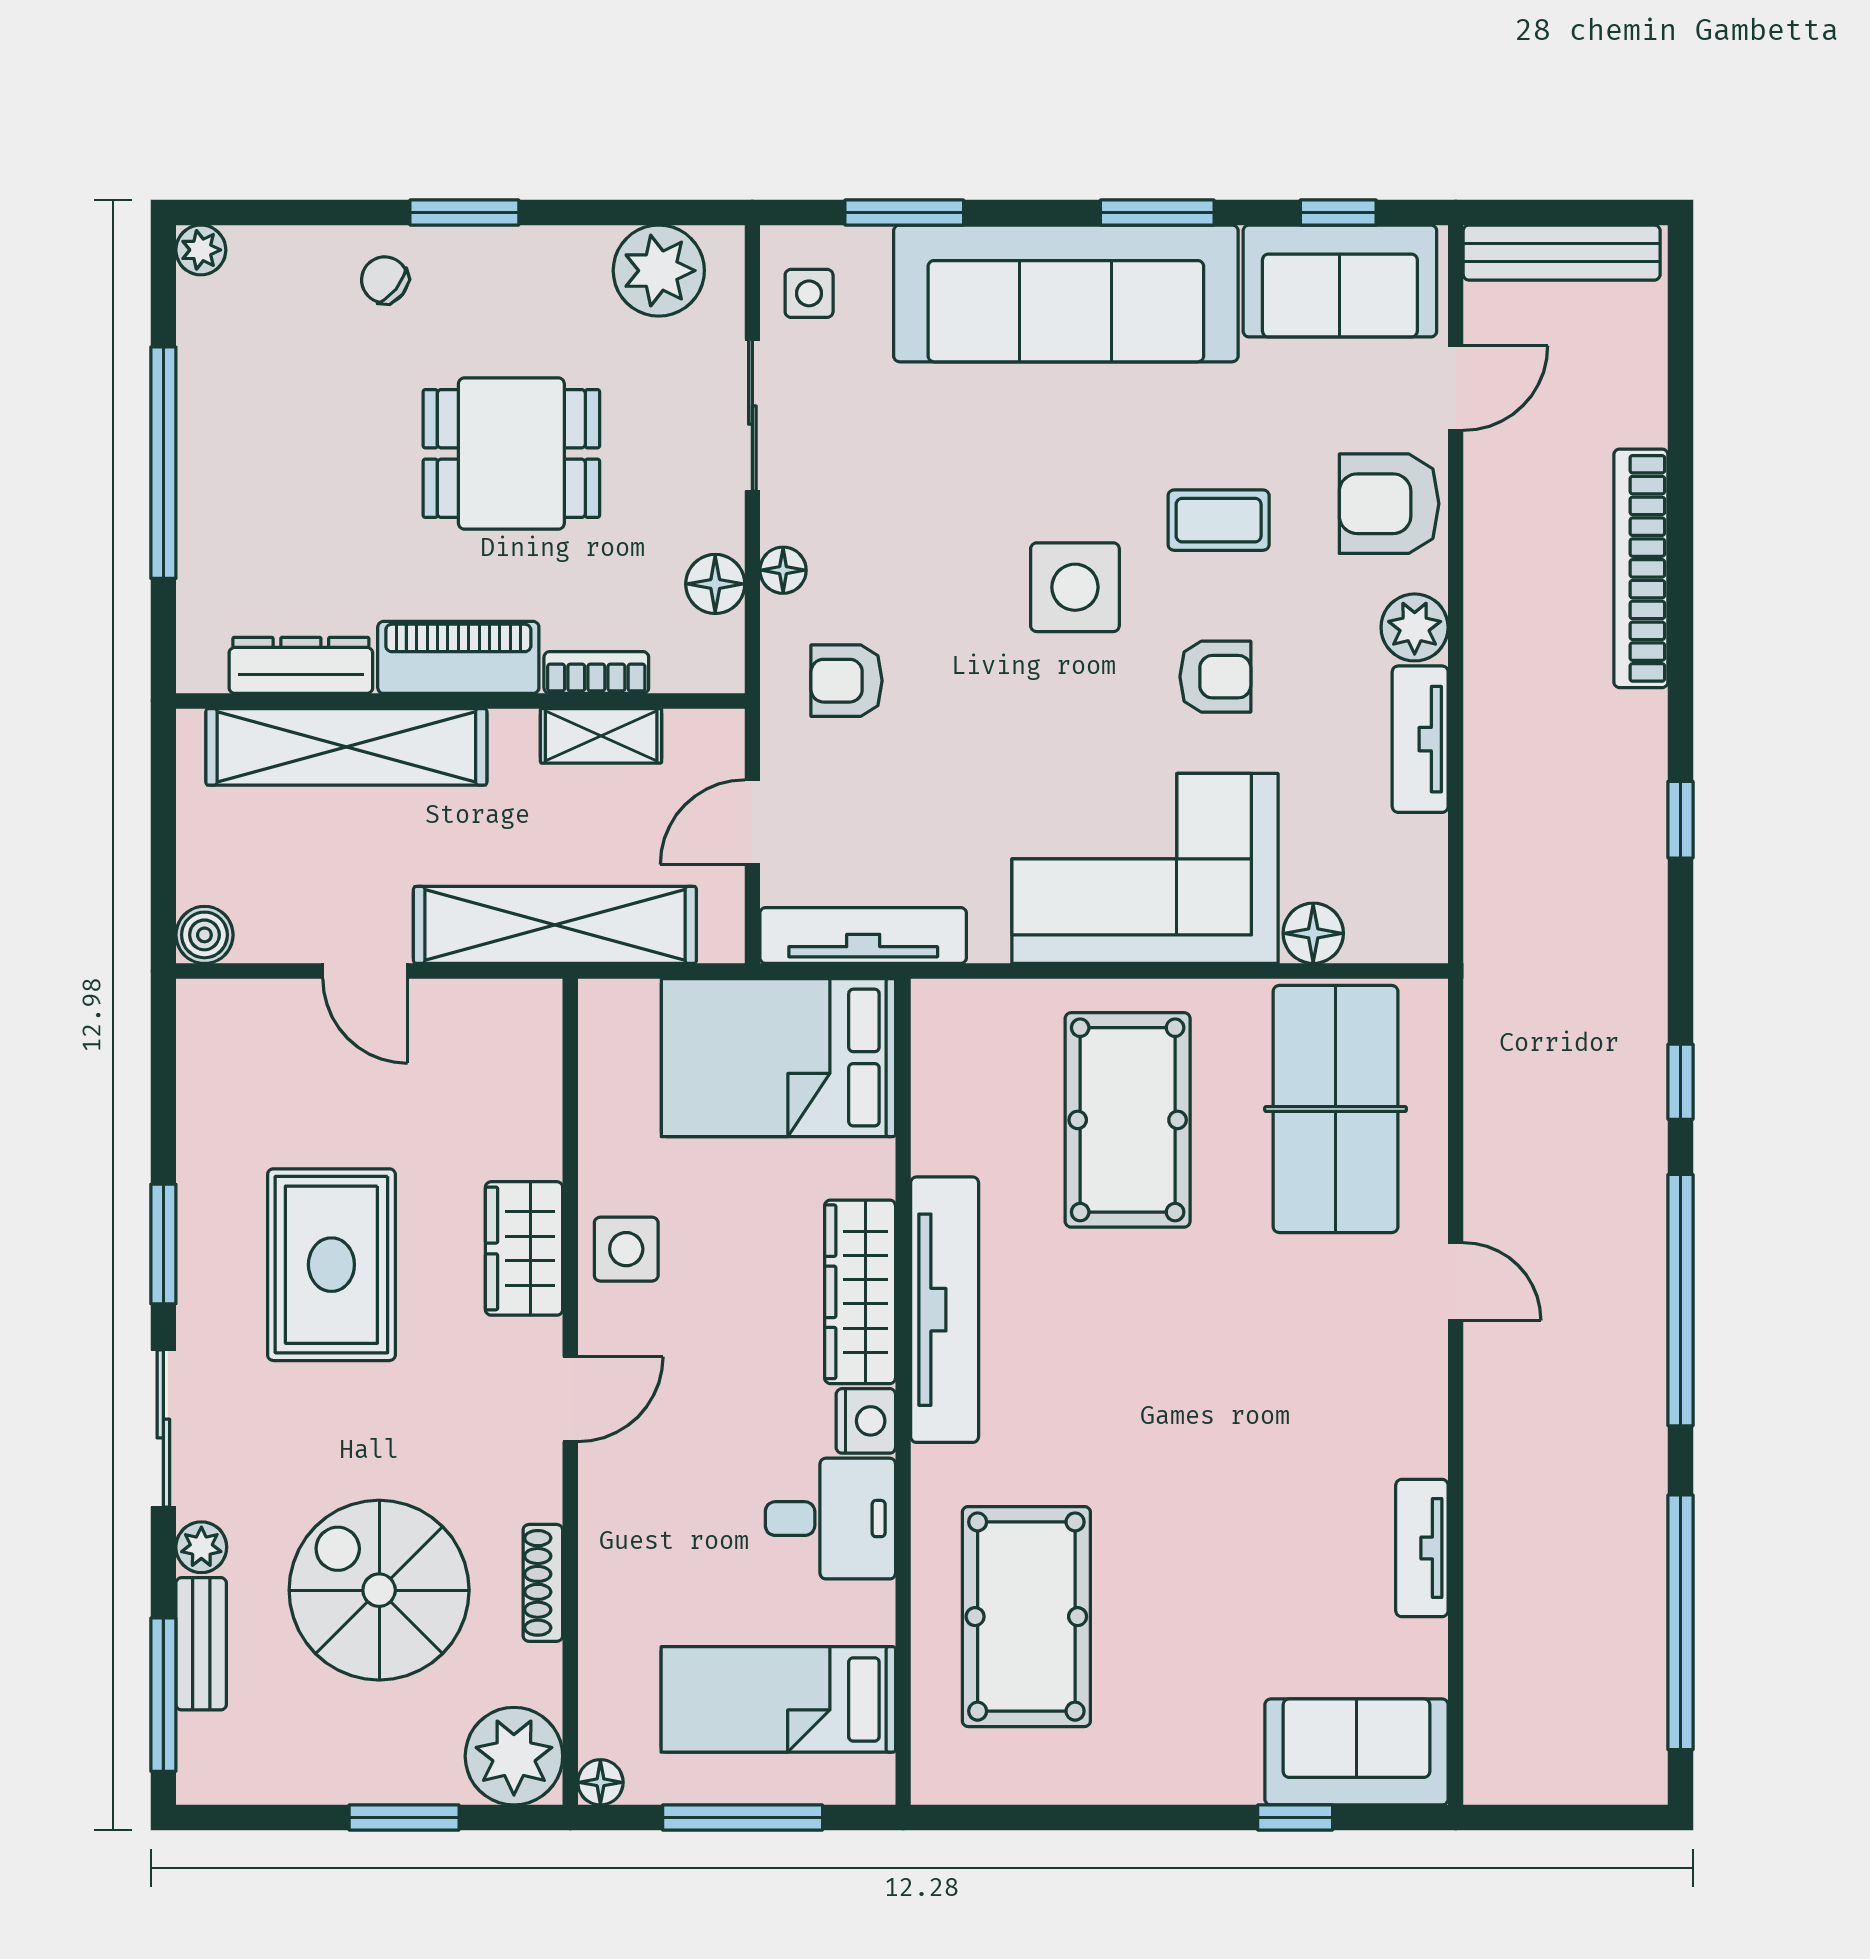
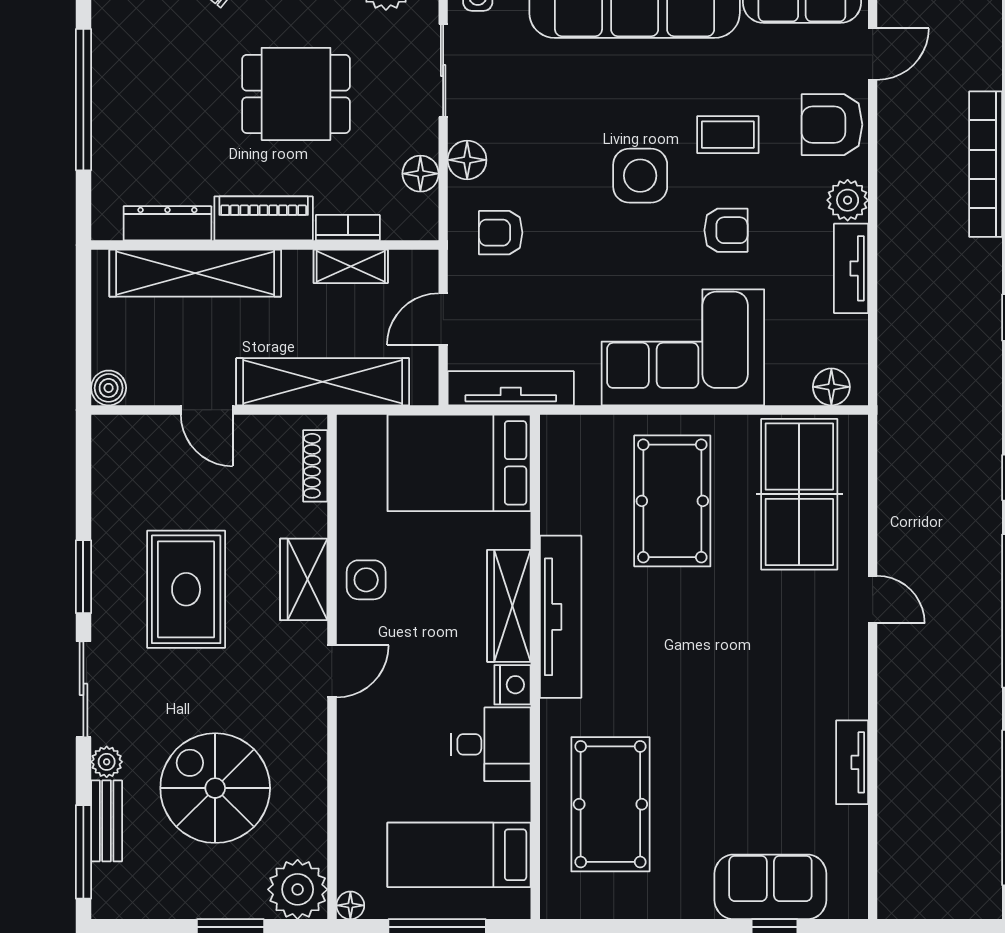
floor lamp: (783, 570) -> (467, 160), width x1.37, depth x1.37
floor lamp: (1313, 933) -> (831, 387), moved
shoe rack: (543, 1583) -> (315, 466), moved
sofa: (1357, 1752) -> (770, 887), moved

